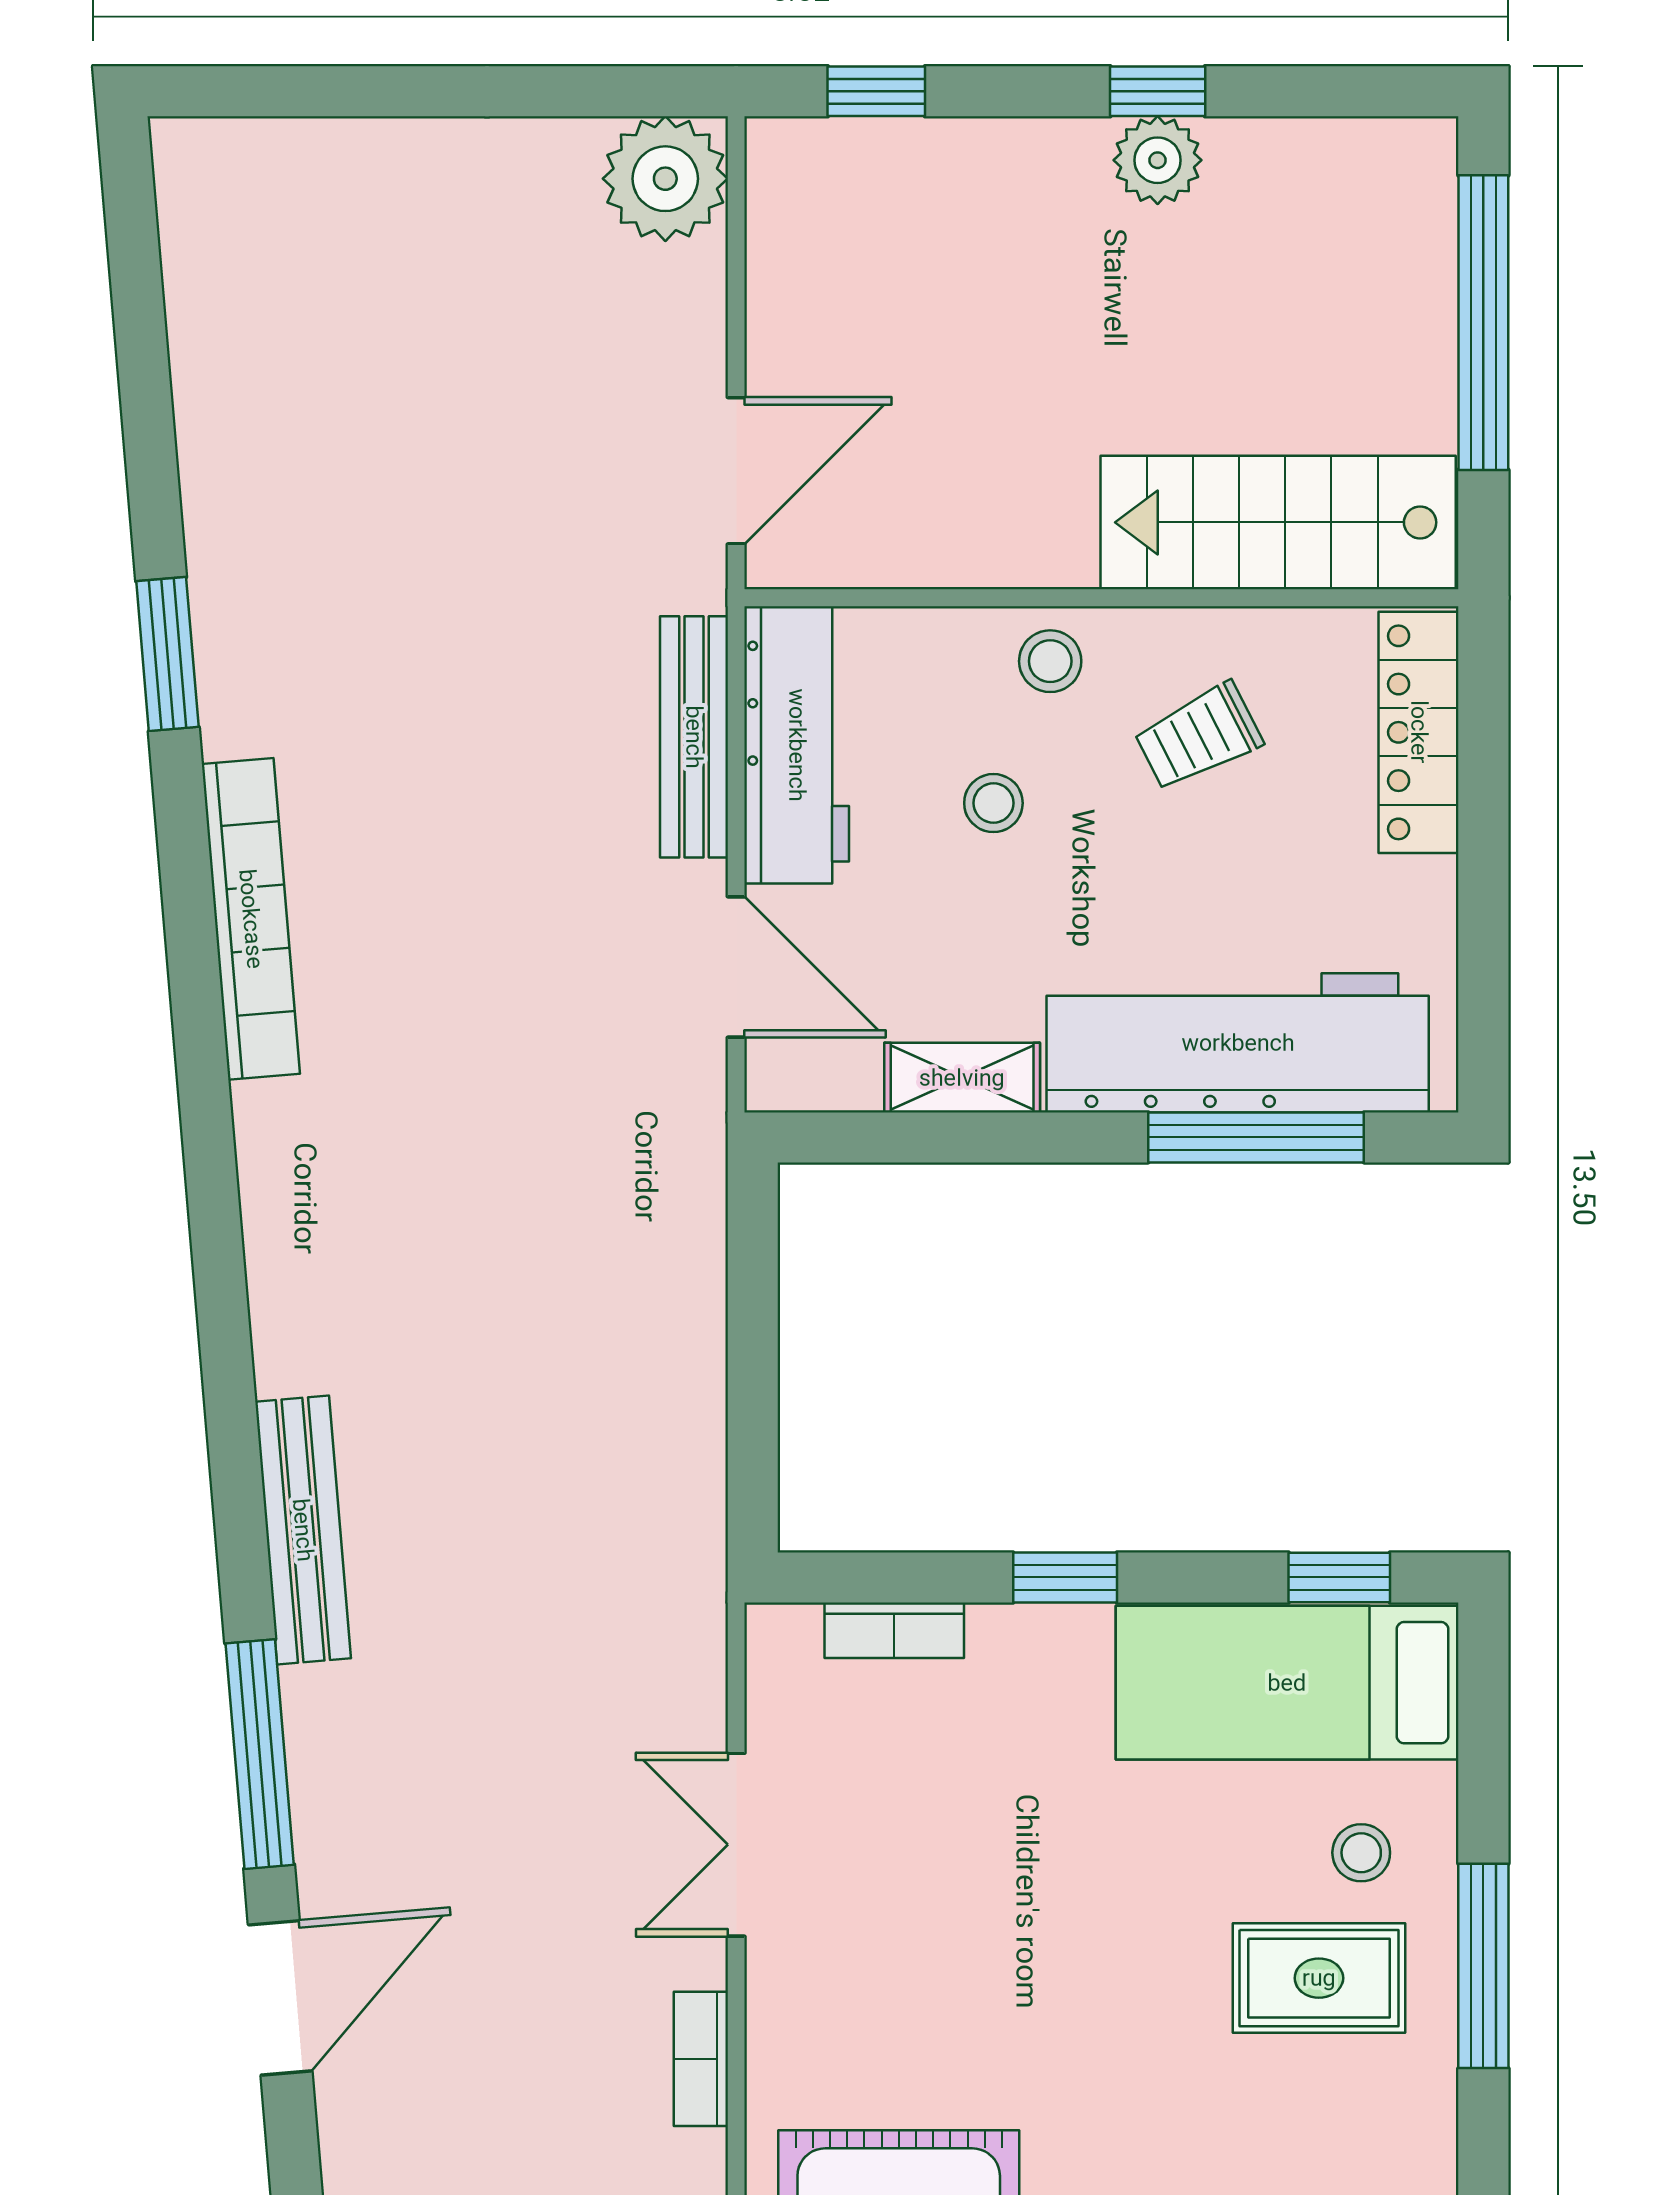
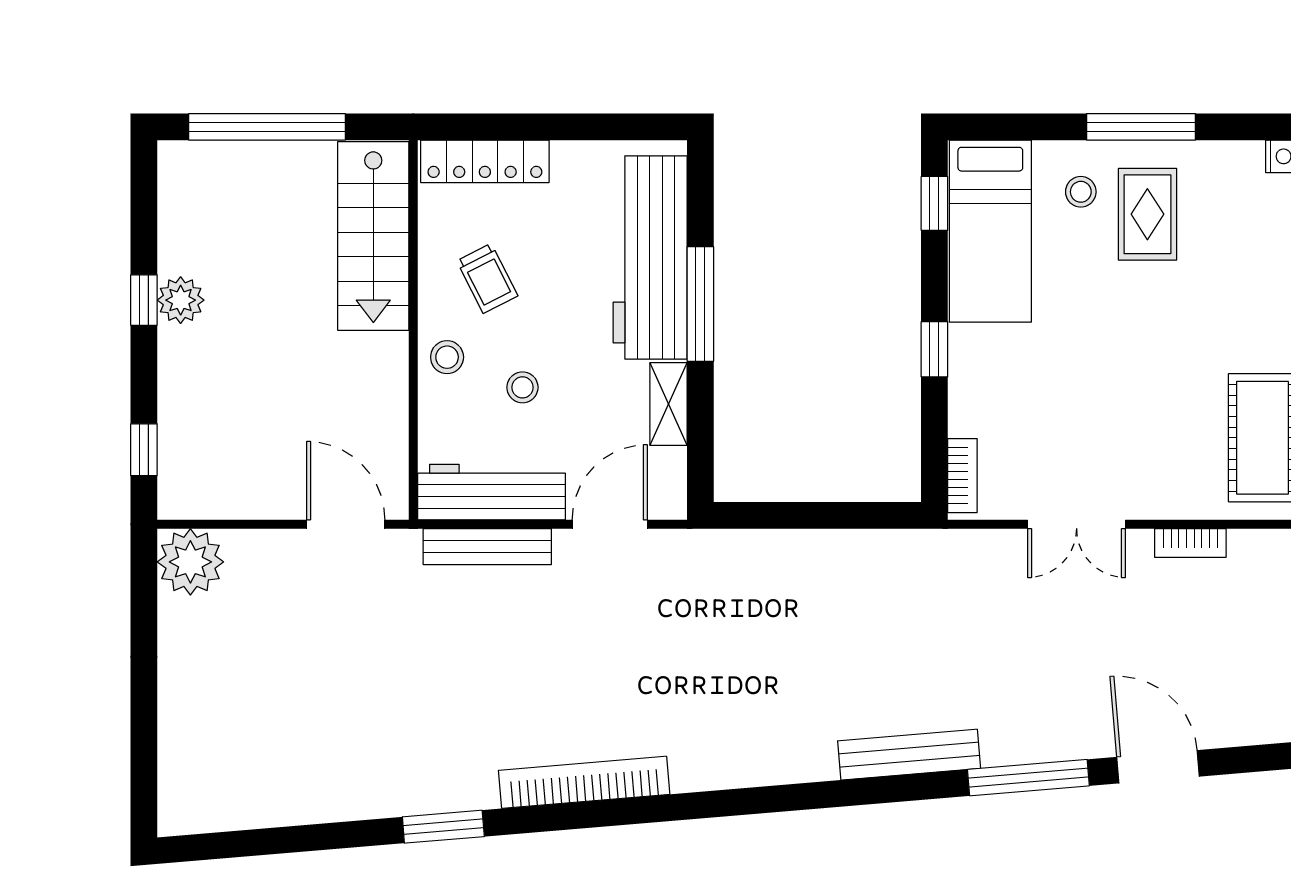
window: (1256, 1137) -> (700, 304), moved
bookcase: (894, 1630) -> (962, 476), moved

